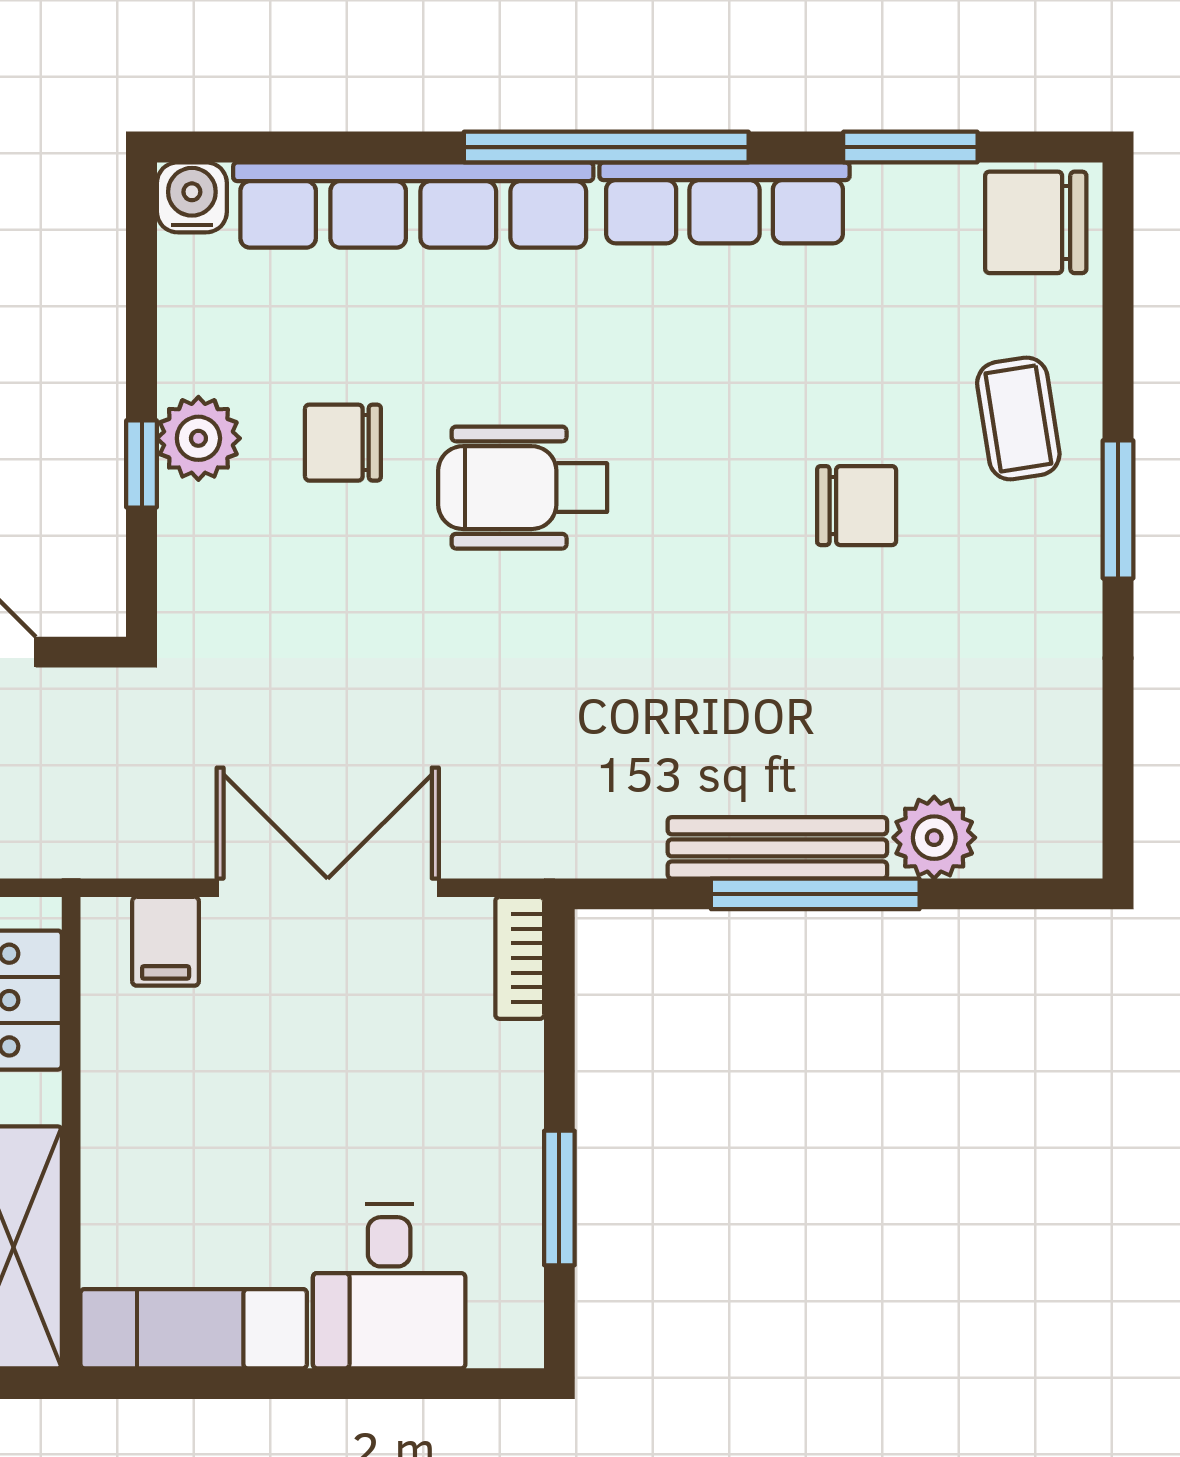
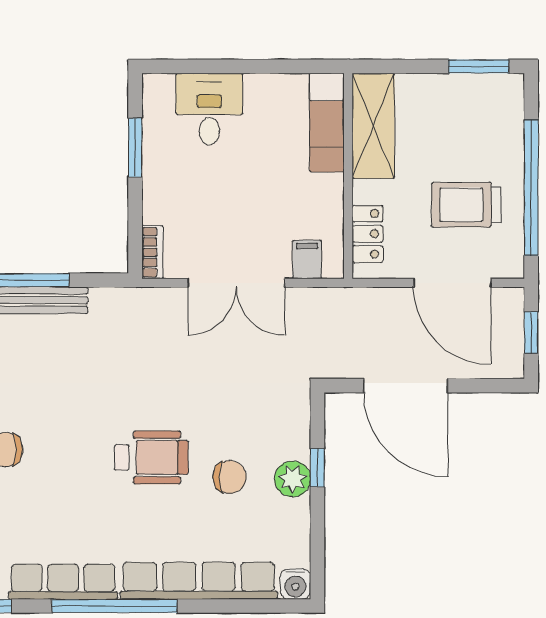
exam couch: (194, 1329) -> (327, 122), moved, turned 90

